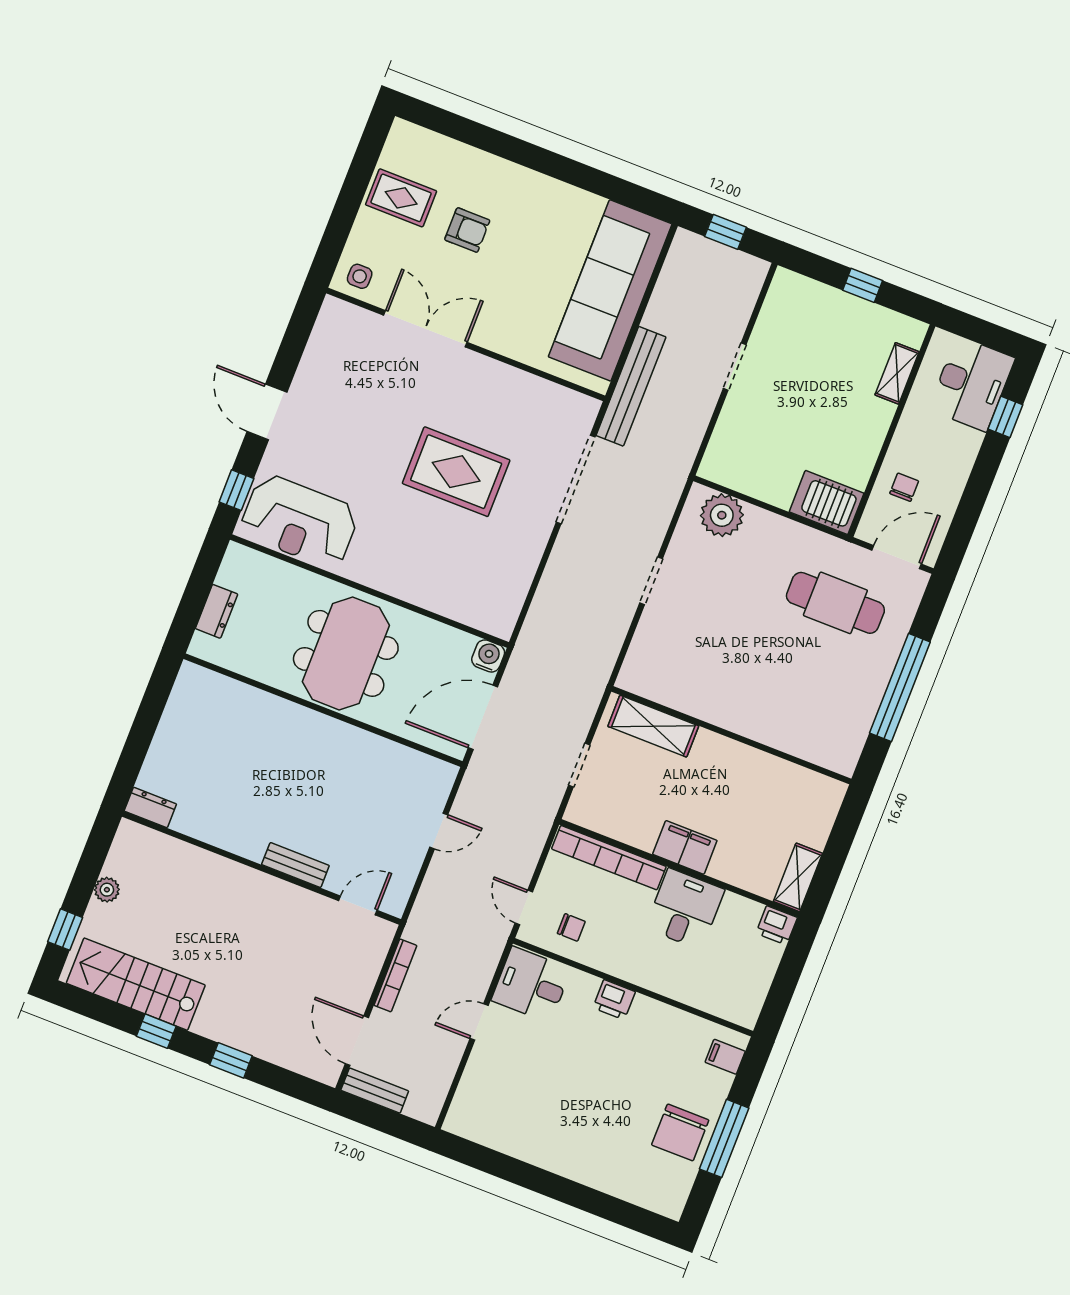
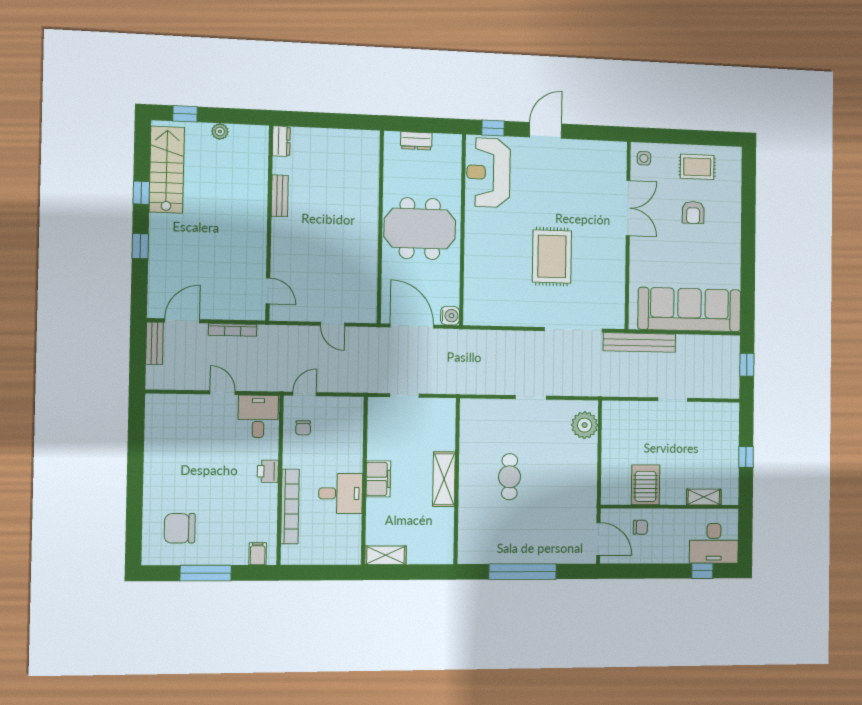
rug: (401, 198) -> (697, 167), turned 90
server rack: (827, 502) -> (646, 485), moved
cafe table: (835, 603) -> (510, 477), moved, width x0.73, depth x0.74
shelving: (653, 726) -> (444, 479), moved
bookcase: (609, 858) -> (290, 506), moved, turned 180
bench: (295, 865) -> (280, 196), moved
printer: (777, 925) -> (351, 554), removed
chair: (680, 1132) -> (180, 528), moved

